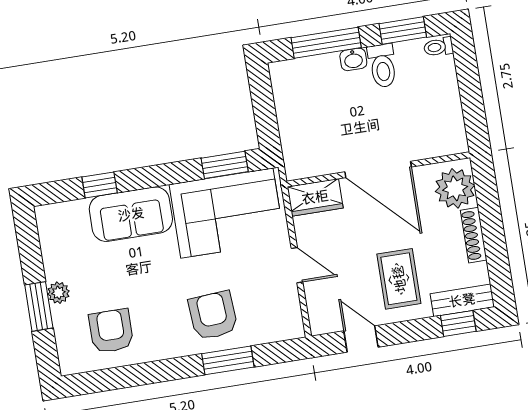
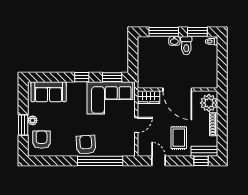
window: (100, 185) -> (82, 77), moved
sofa: (131, 214) -> (49, 92), moved
door: (297, 265) -> (136, 125), hinge flipped
armchair: (213, 316) -> (86, 145), moved
armchair: (111, 331) -> (42, 140), moved
window: (228, 360) -> (100, 161), width x2.11

